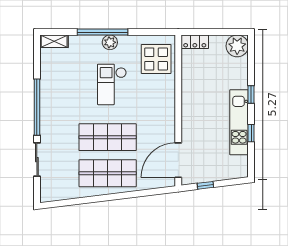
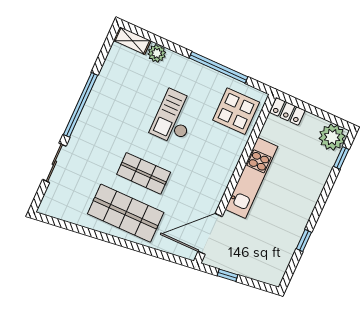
window: (103, 32) -> (218, 67), moved
plant: (110, 42) -> (157, 53), moved
window: (251, 94) -> (341, 158), moved
kitchen unit: (239, 122) -> (251, 178), moved, turned 180
shop shelf: (108, 137) -> (144, 173), width x0.70, depth x0.74

